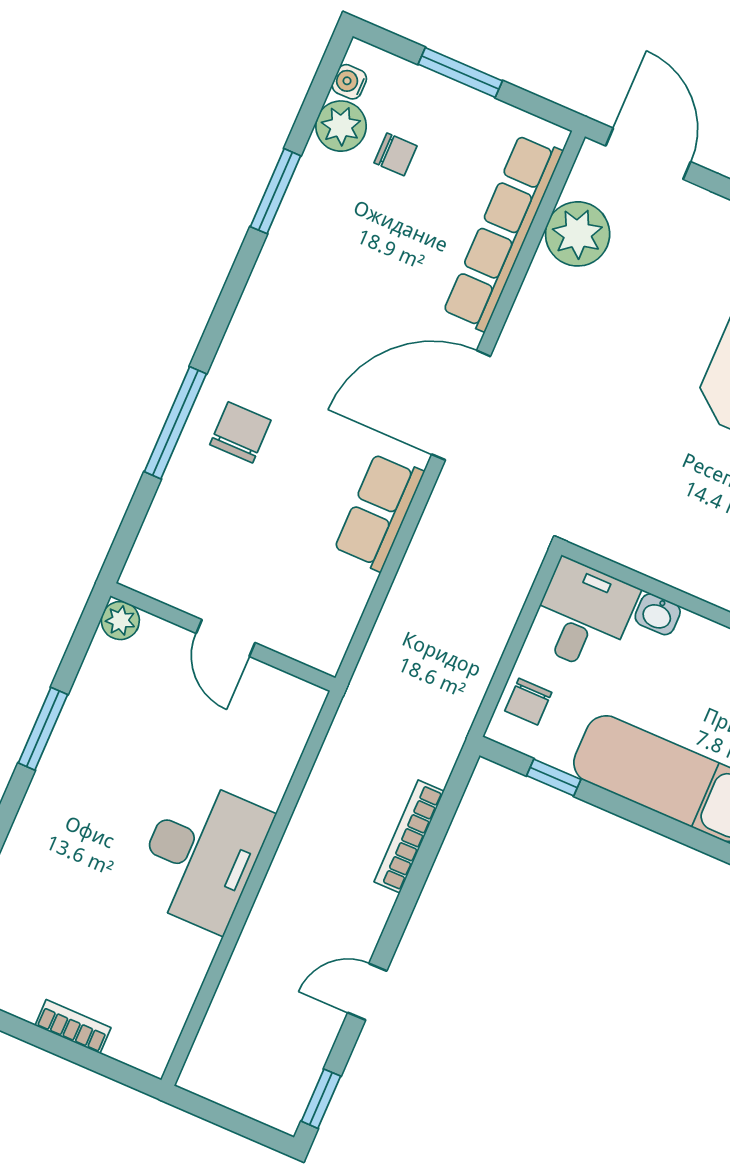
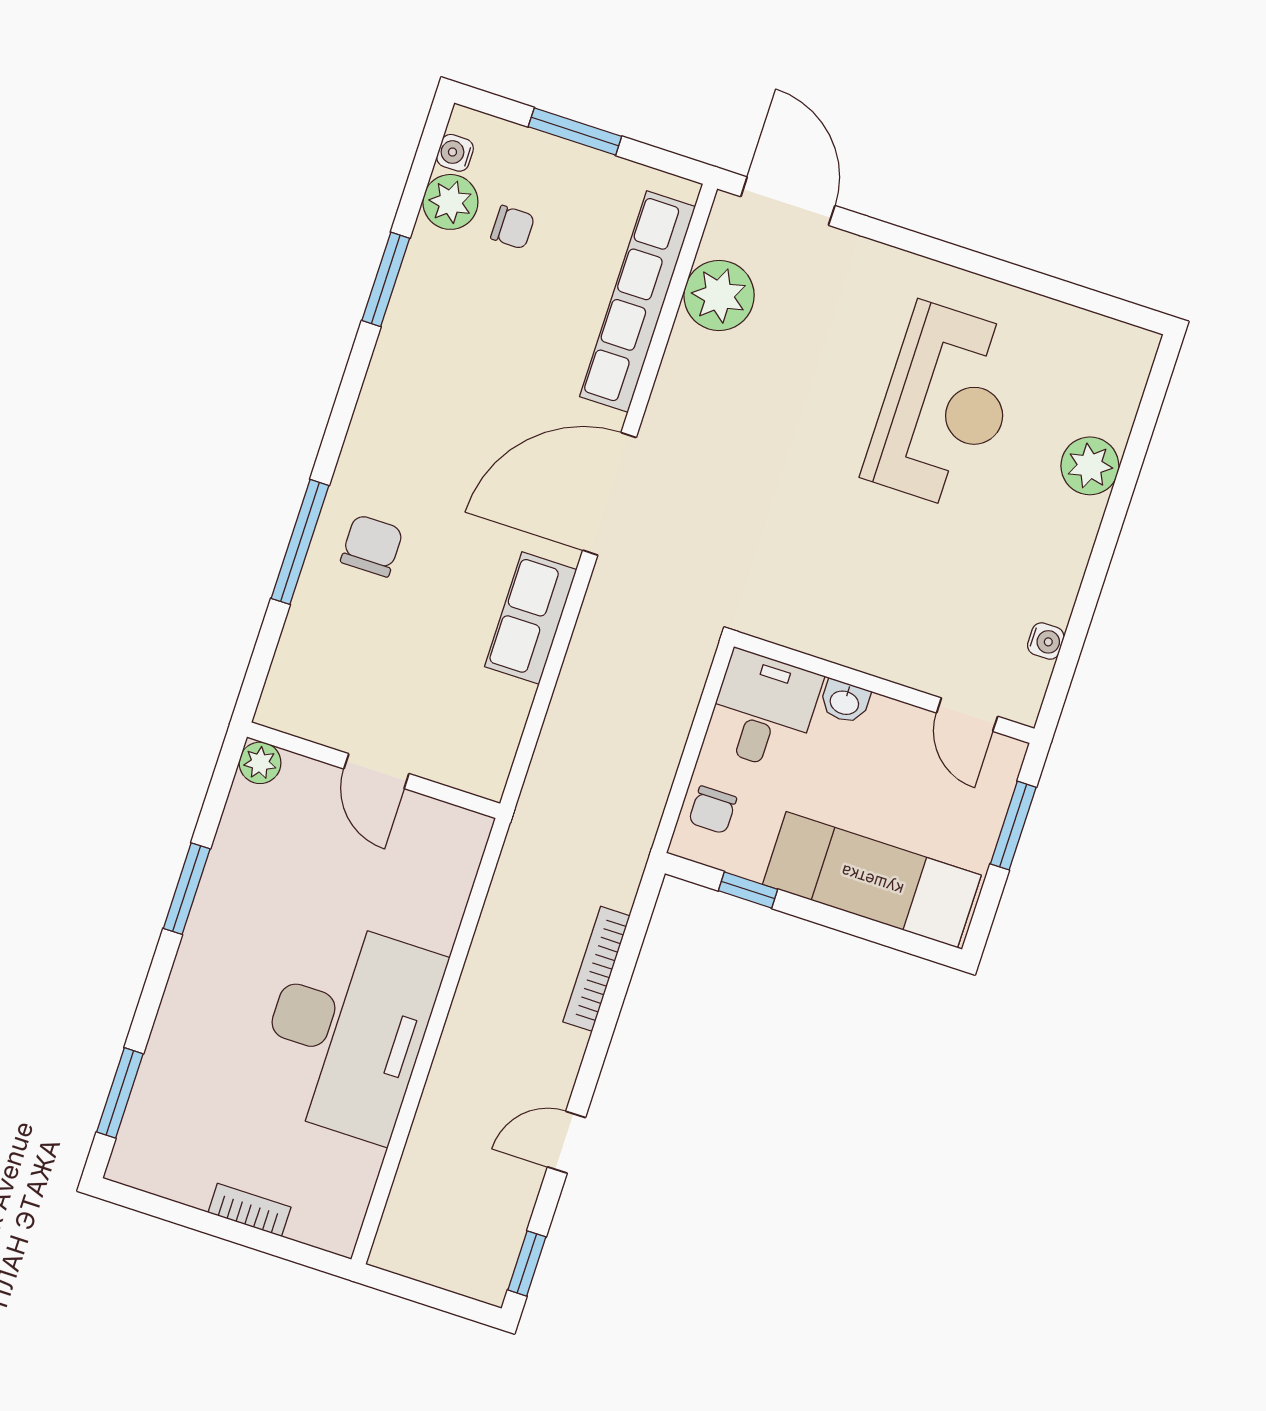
desk: (202, 855) -> (348, 1030), width x1.36, depth x1.30

